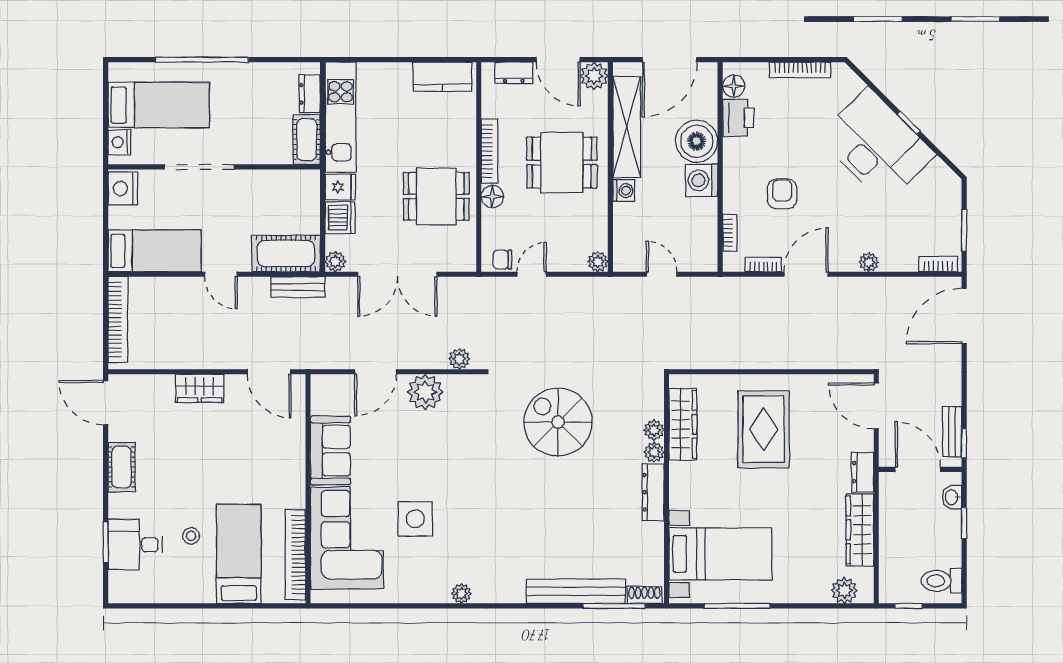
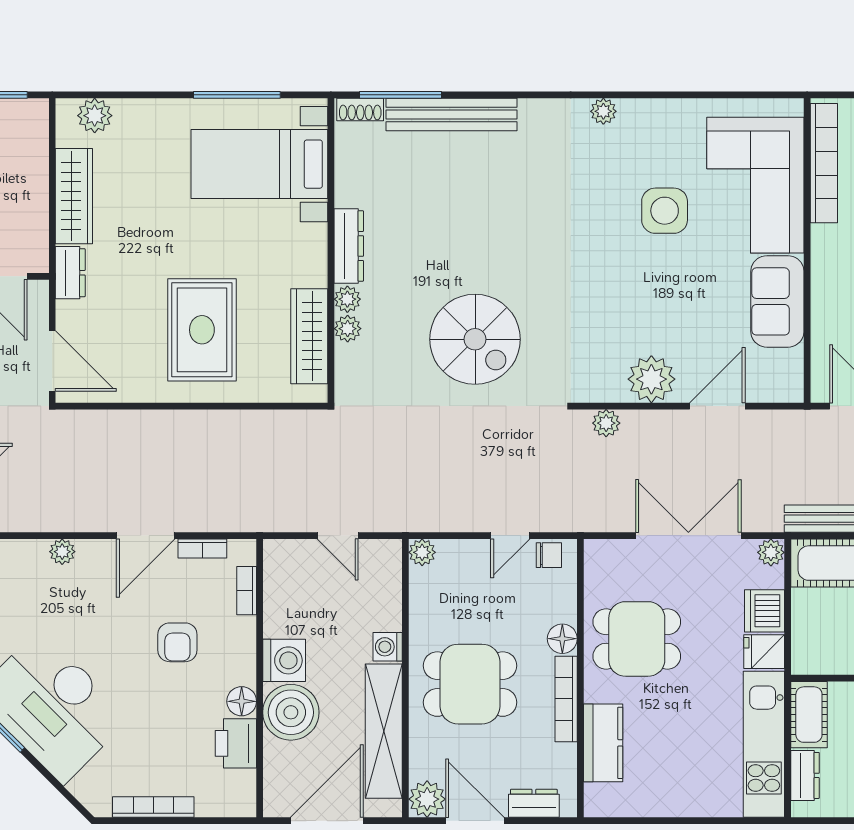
kitchen counter: (442, 77) -> (603, 743), moved, turned 90
floor lamp: (734, 86) -> (242, 701), moved

